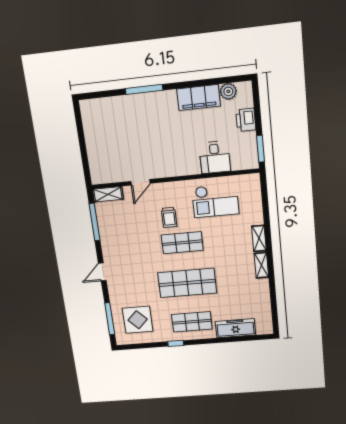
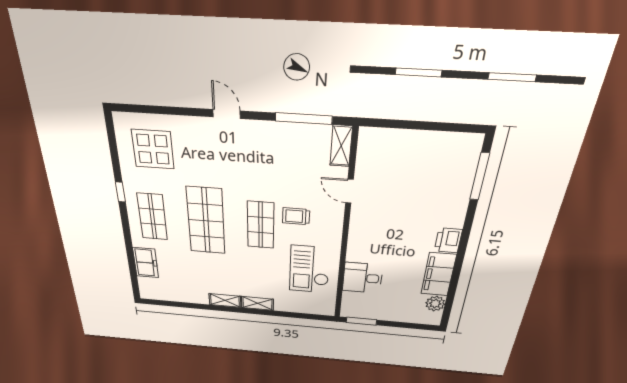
window: (144, 89) -> (480, 176), moved
printer: (246, 120) -> (448, 240), moved, turned -90
window: (110, 319) -> (153, 110), removed
freezer: (235, 328) -> (146, 263), width x0.71

